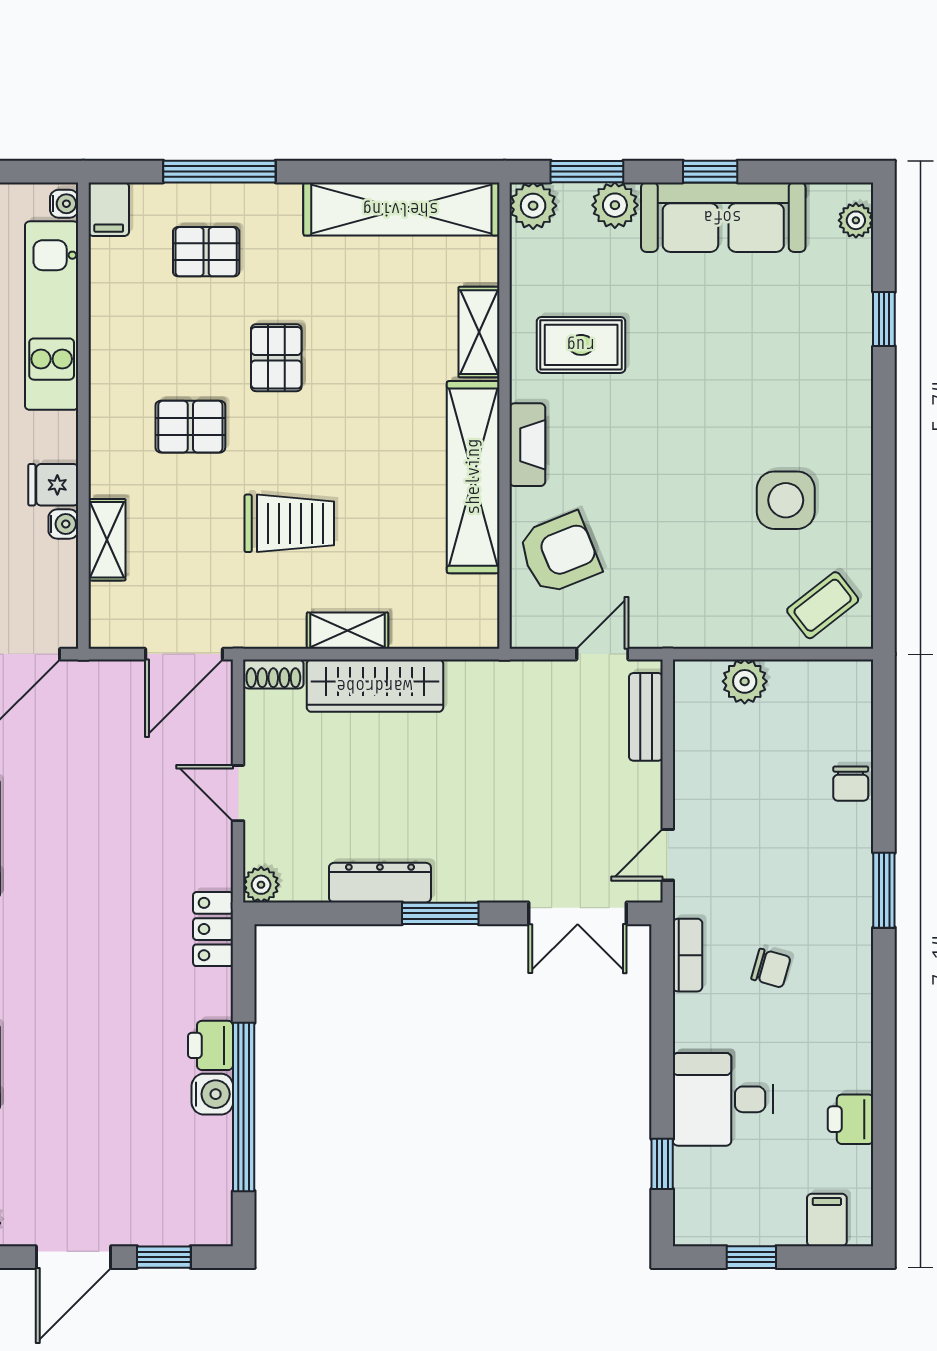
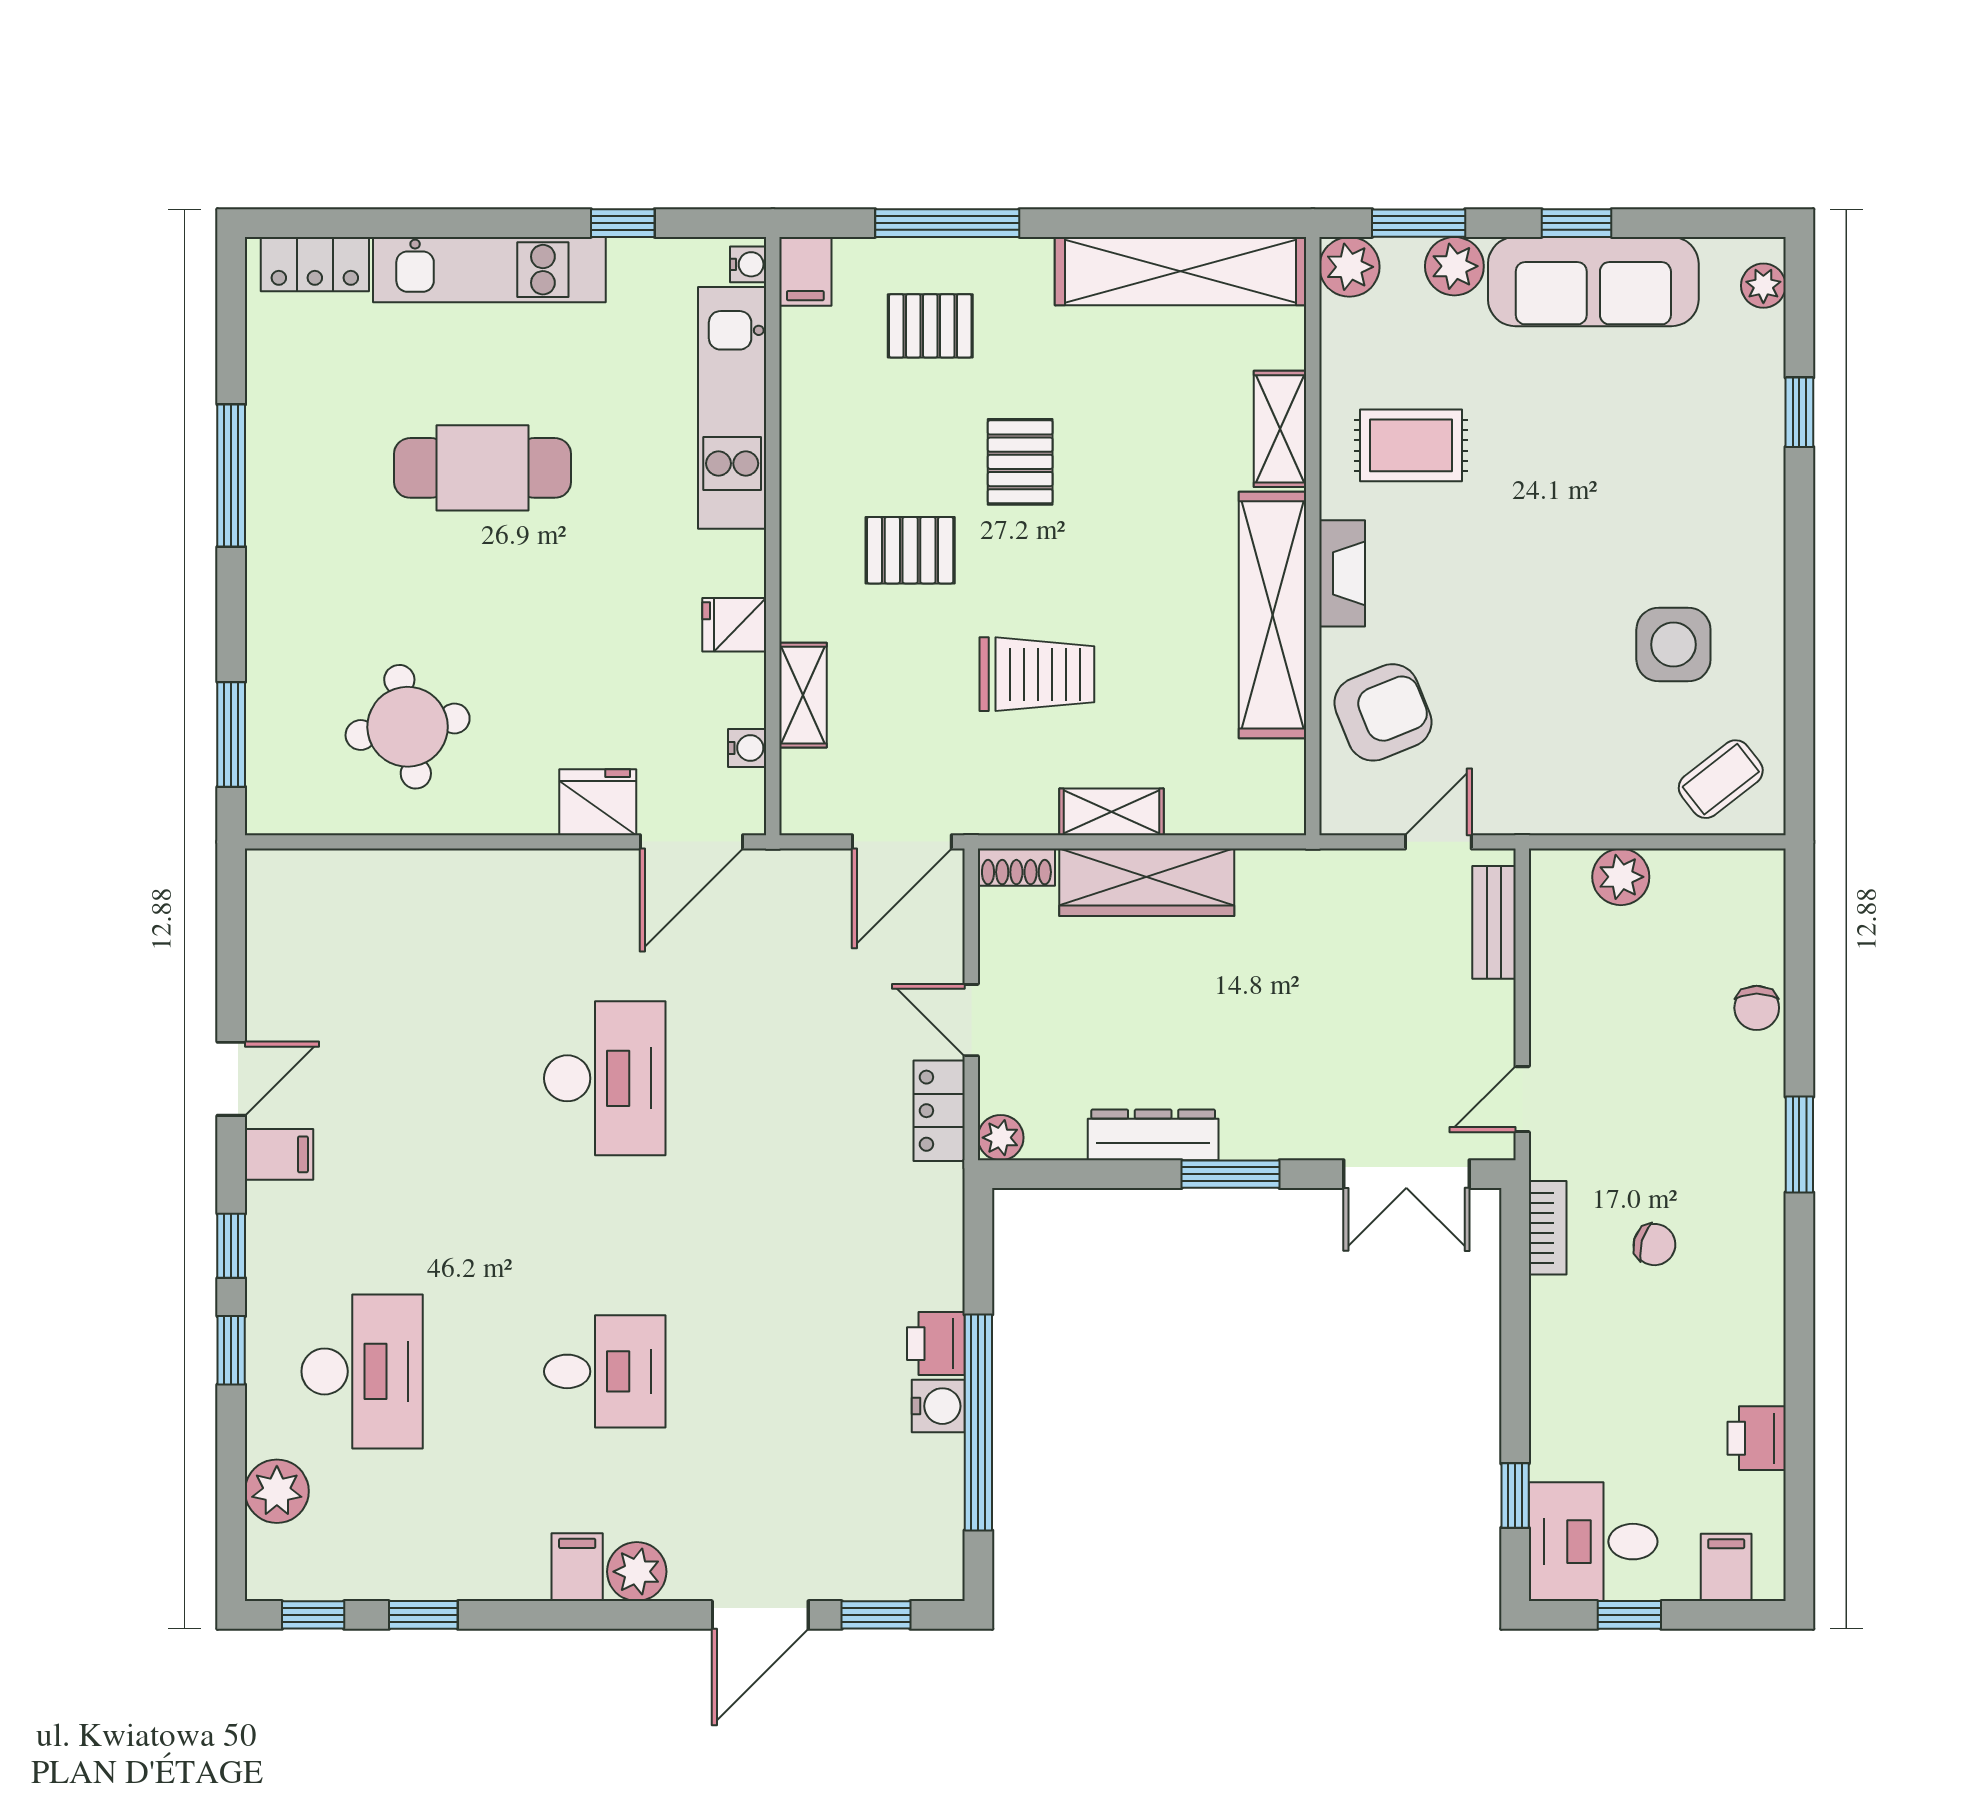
water cooler: (63, 524) -> (747, 748), moved
locker: (213, 929) -> (939, 1111), moved
desk: (723, 1099) -> (1593, 1542), moved

